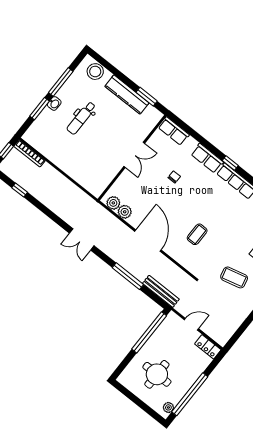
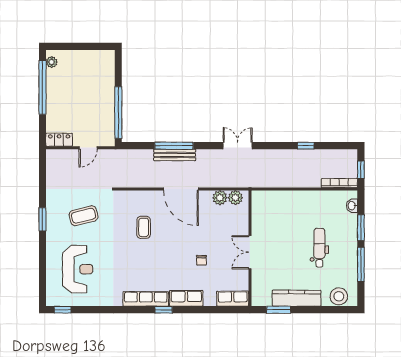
washbasin: (54, 103) -> (352, 206), moved
window: (20, 190) -> (306, 146), moved
bench: (161, 291) -> (175, 155), moved
round table: (157, 374) -> (84, 82), removed

